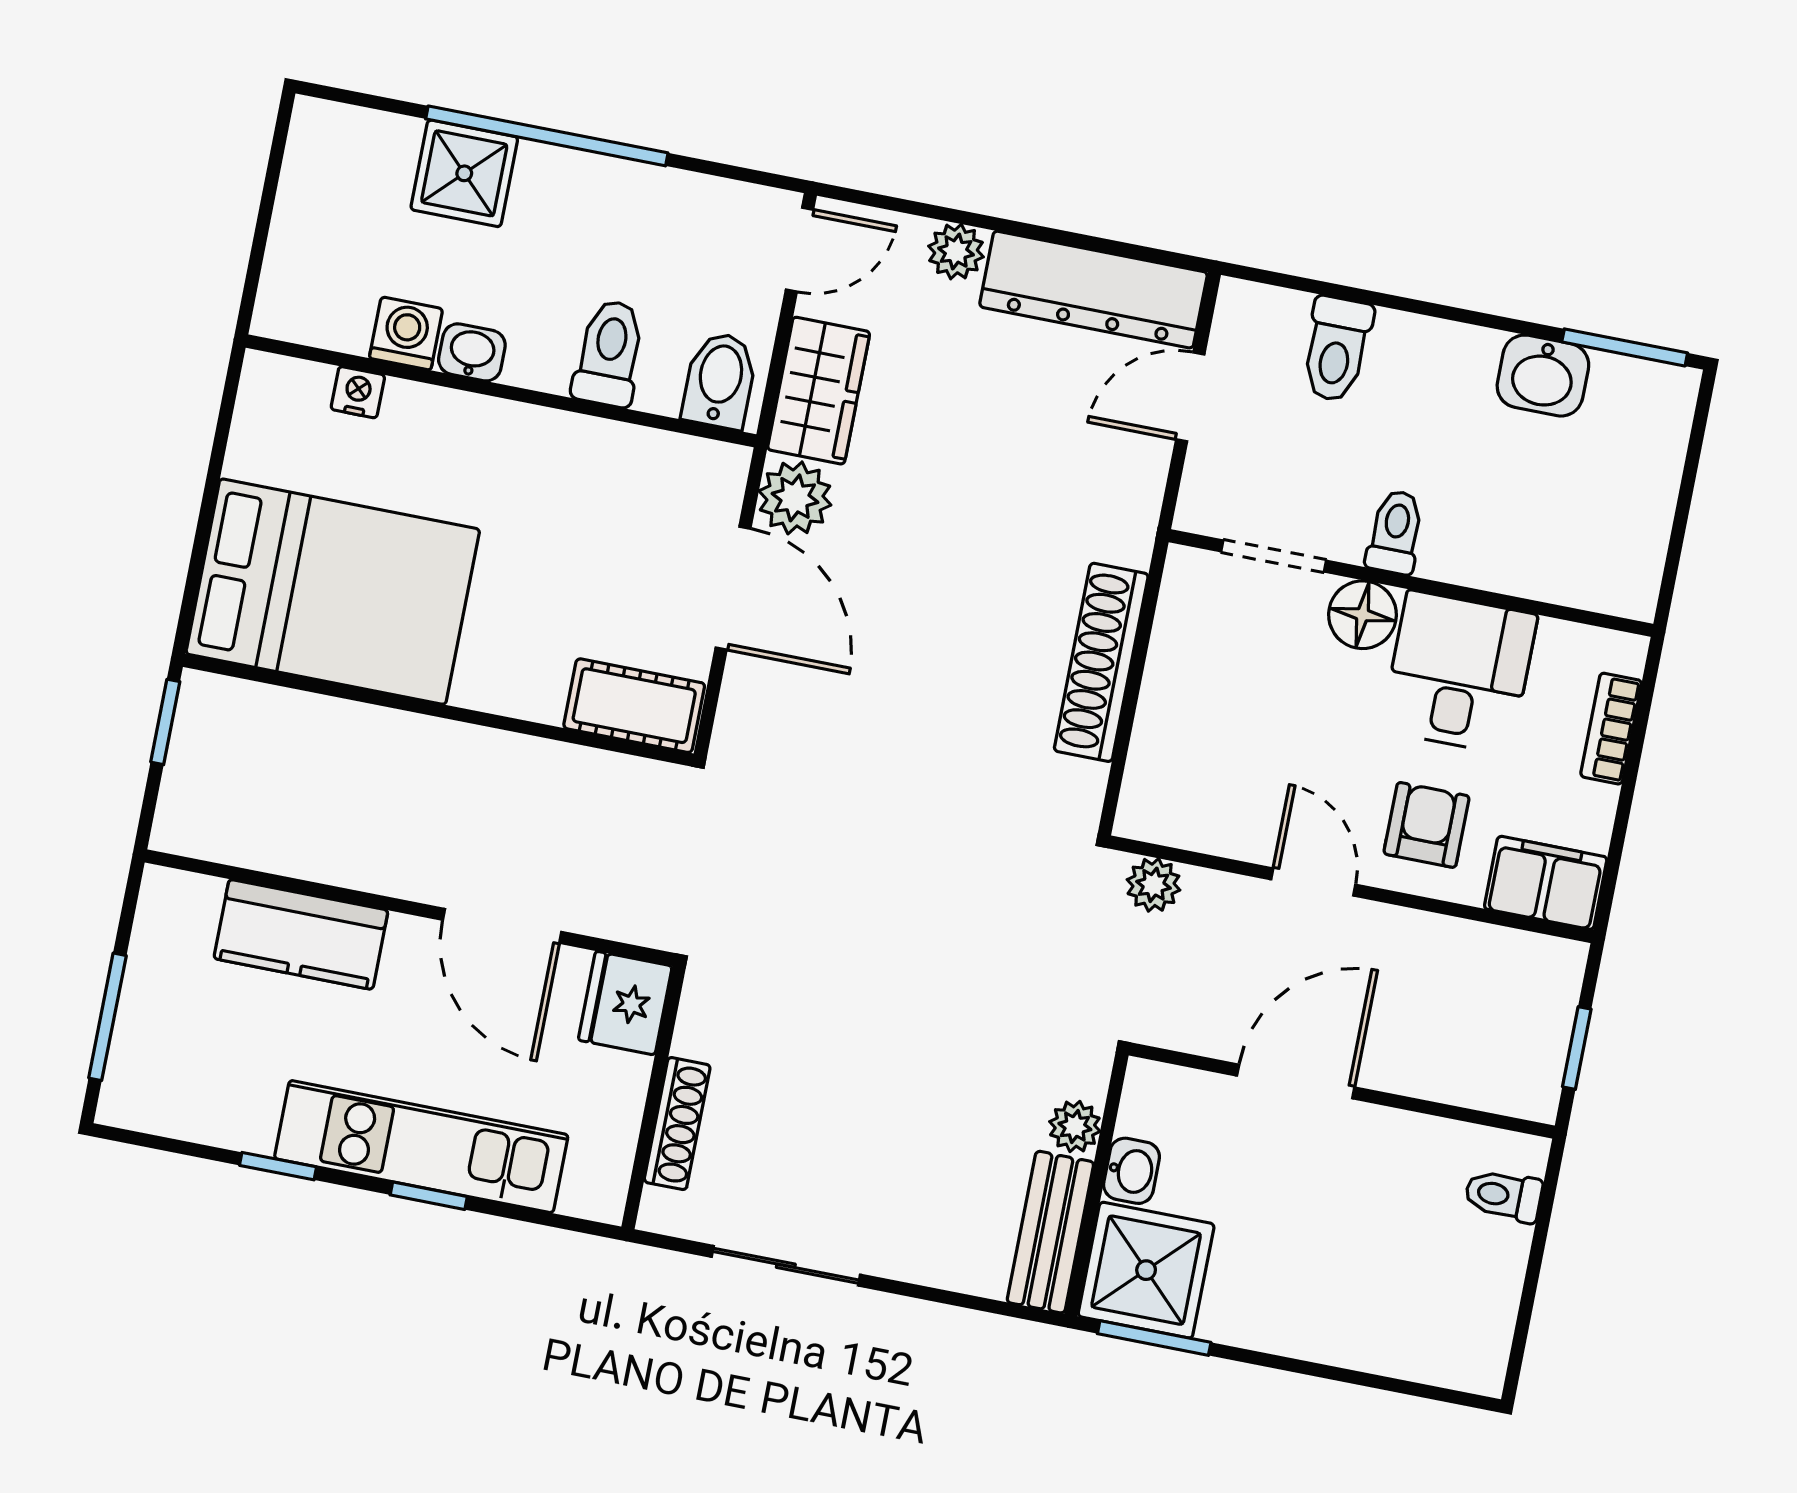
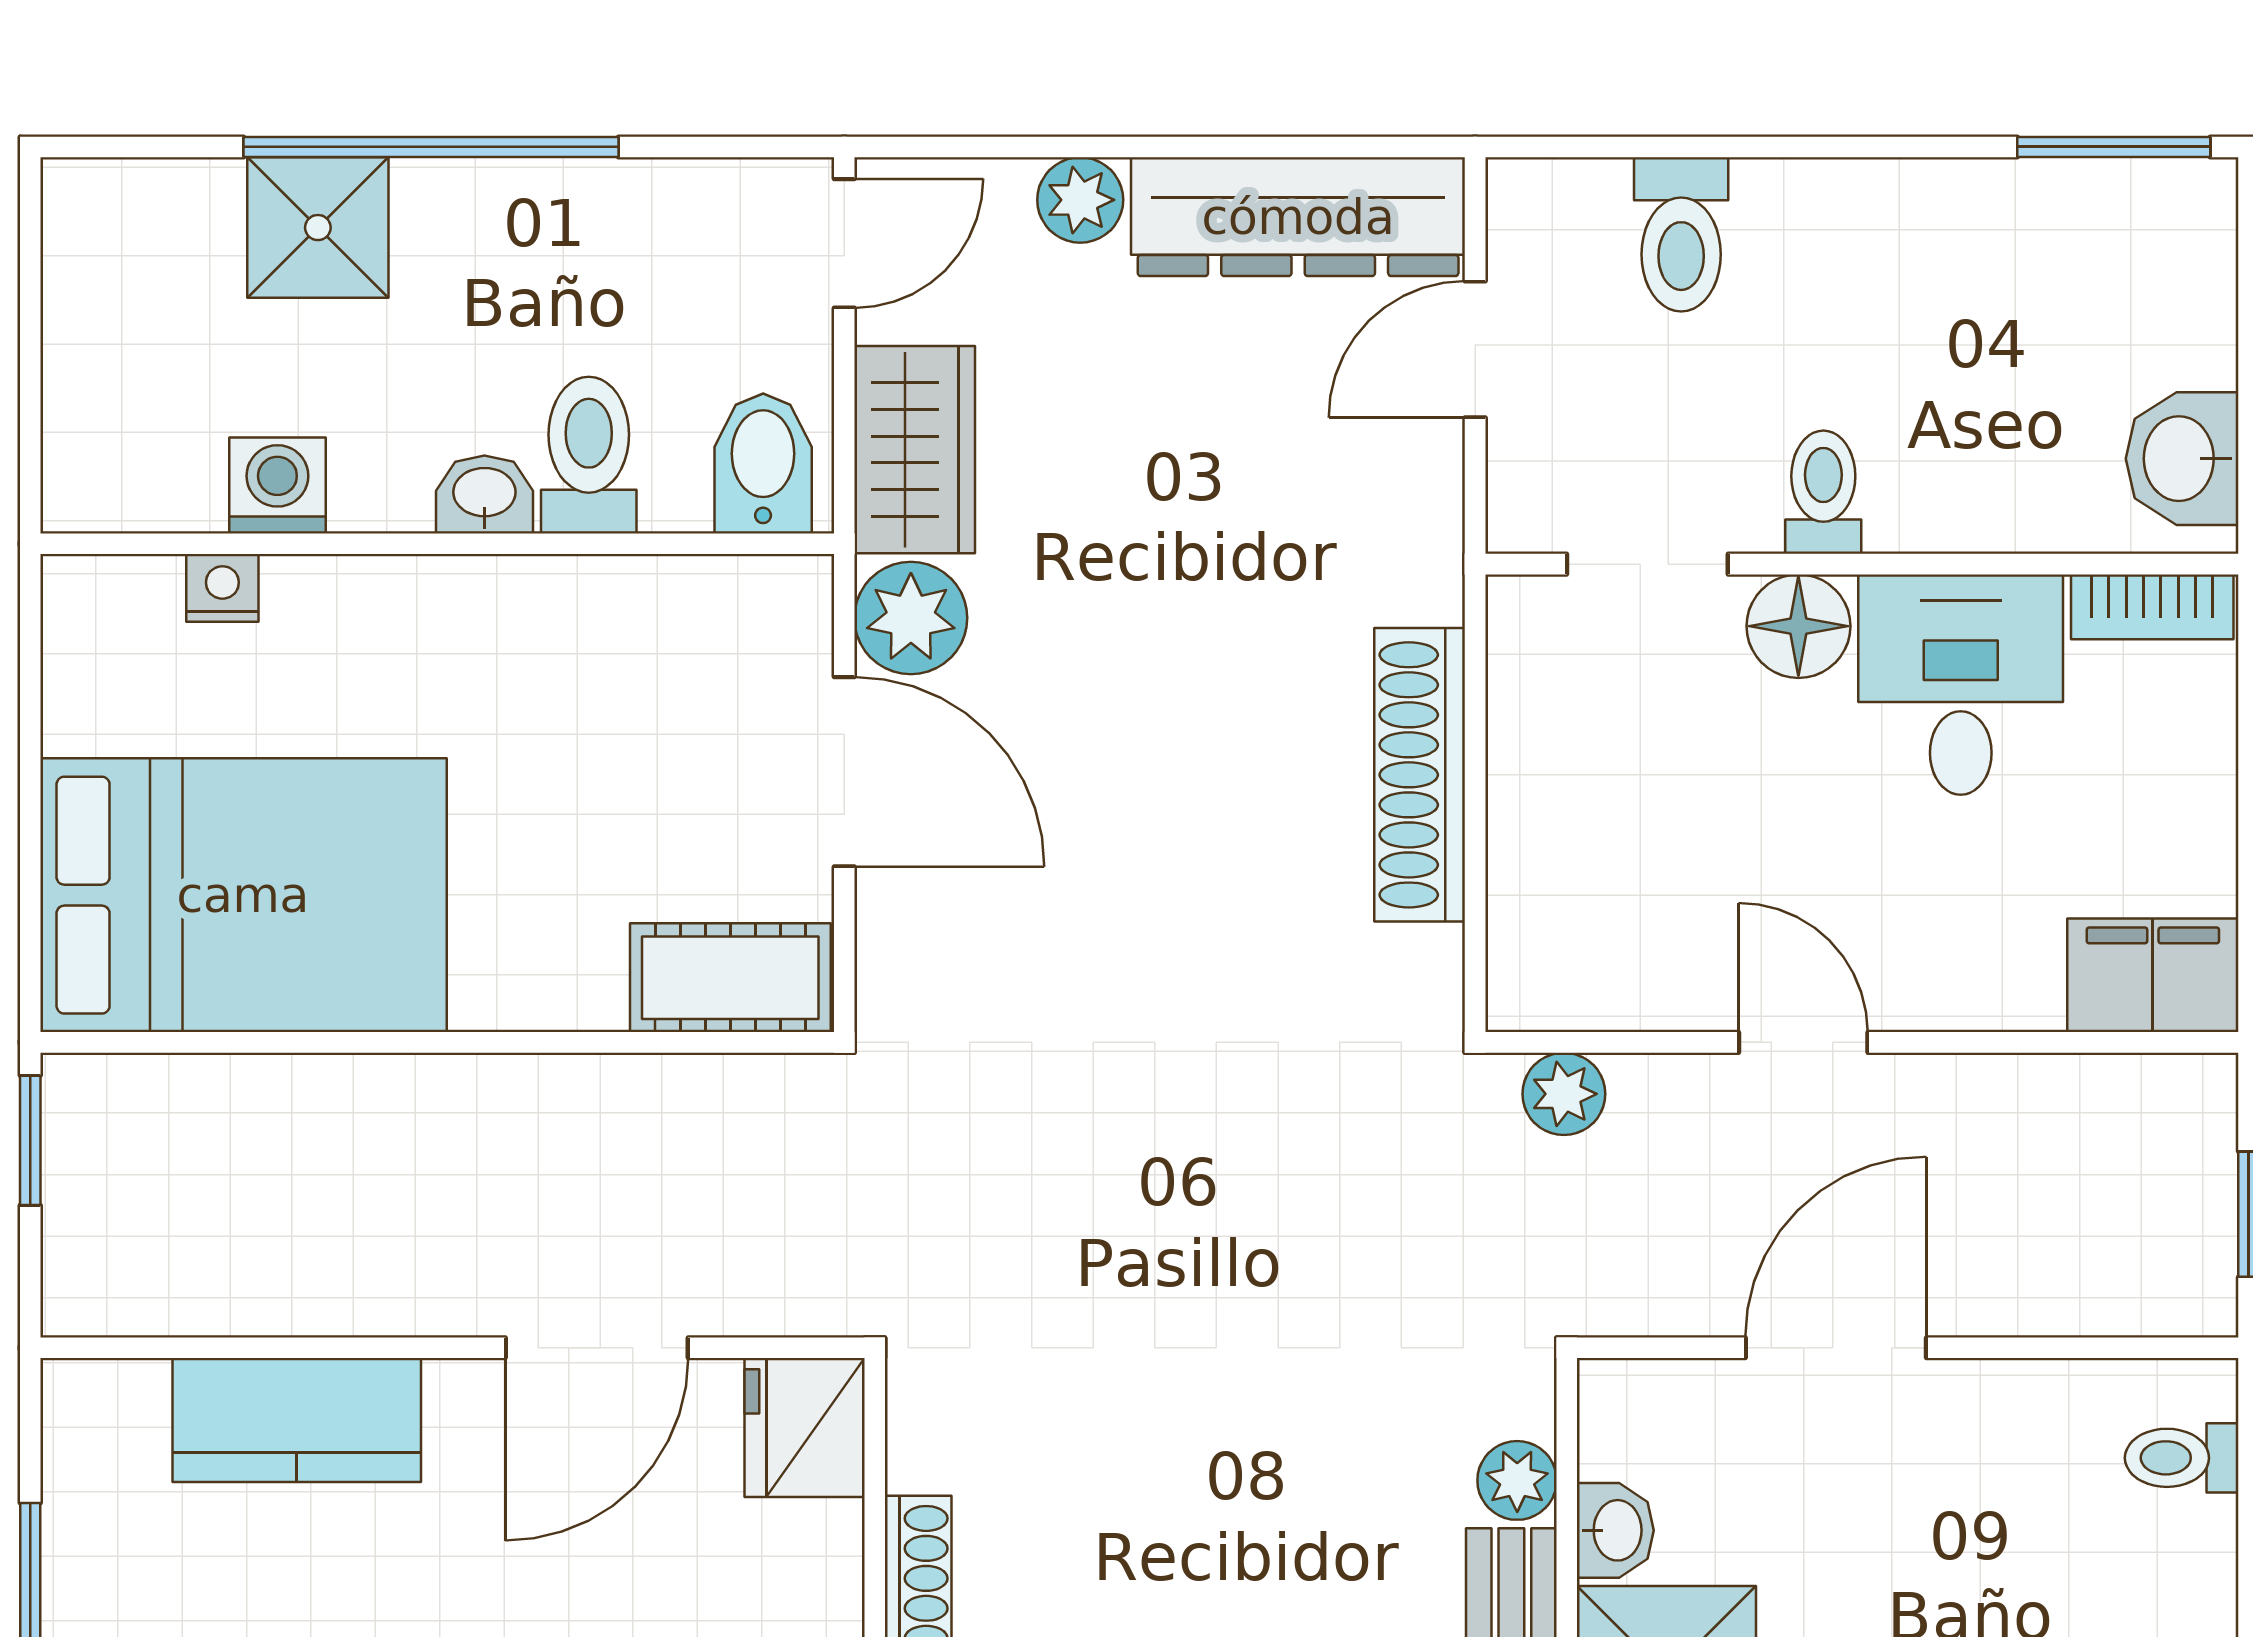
washbasin: (472, 352) -> (484, 494), moved
washbasin: (1543, 376) -> (2182, 459), moved, turned 90
bookcase: (1611, 729) -> (2152, 607), moved, turned -90
armchair: (1427, 825) -> (1957, 923), removed
door: (502, 926) -> (597, 1348), hinge flipped

